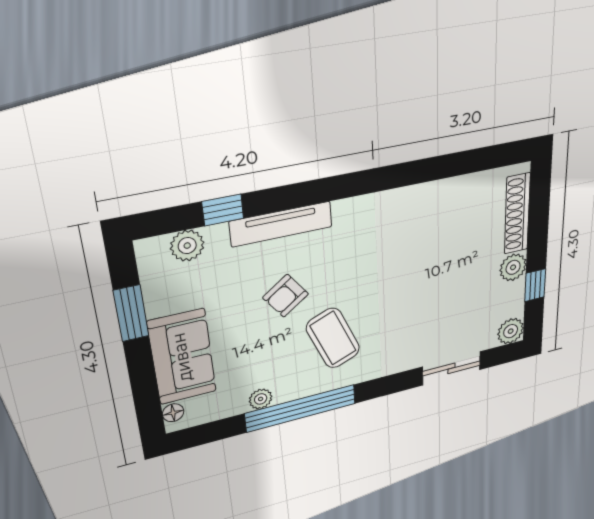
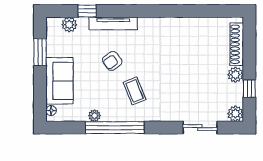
coffee table: (333, 338) -> (134, 91), width x0.73, depth x0.77

